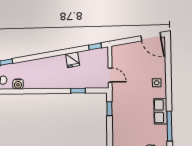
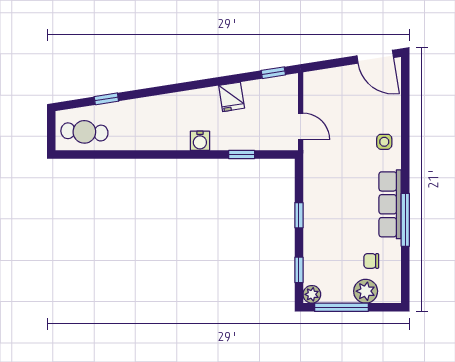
water cooler: (18, 84) -> (200, 141), moved
window: (109, 109) -> (299, 215), moved
row of seats: (160, 111) -> (390, 204), width x1.48

